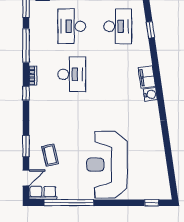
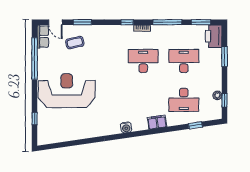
window: (150, 30) -> (195, 125), moved
desk: (72, 74) -> (143, 61), turned 180
filing cabinet: (147, 77) -> (157, 122), moved
window: (152, 203) -> (35, 119), moved

